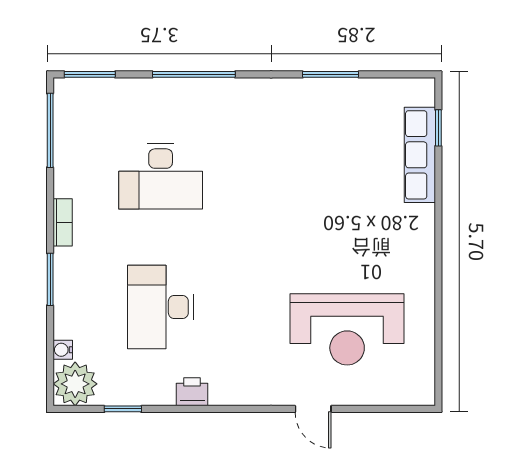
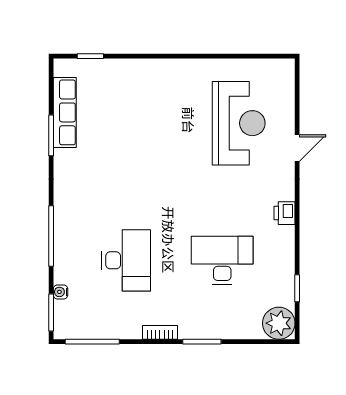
row of seats: (420, 155) -> (65, 112), moved, turned -90
desk: (161, 307) -> (222, 260), turned 180
water cooler: (63, 350) -> (61, 292), moved, turned 90
printer: (192, 392) -> (285, 213), moved

